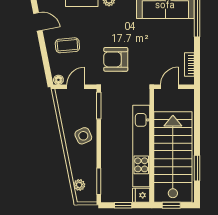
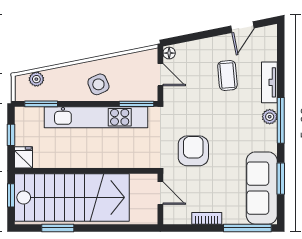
coffee table: (67, 45) -> (227, 75), moved
armchair: (116, 59) -> (193, 151), moved
bookcase: (189, 64) -> (207, 218), moved
kitchen unit: (141, 146) -> (96, 117), moved, turned 180

